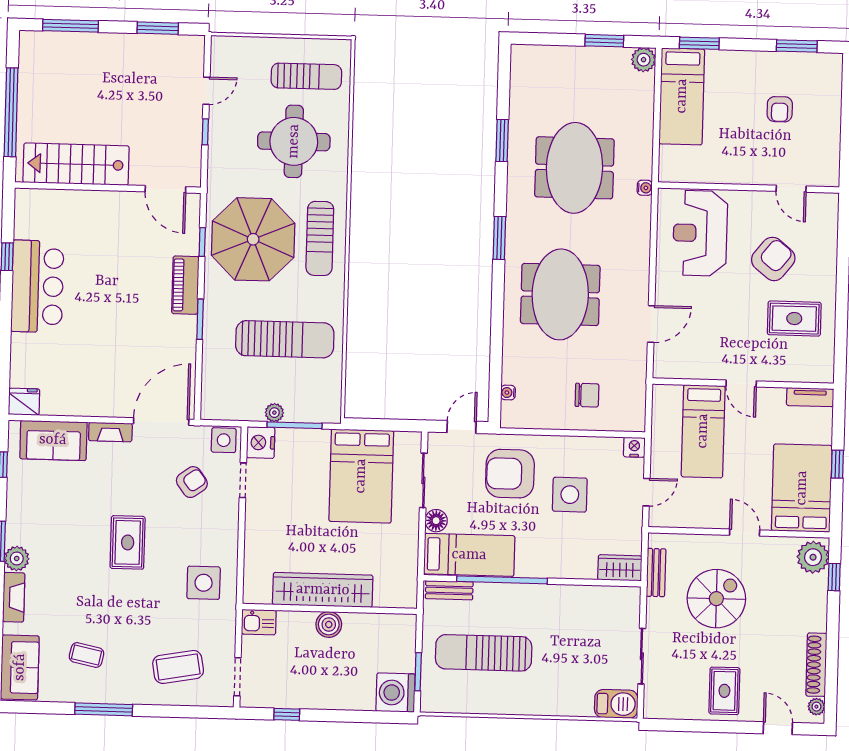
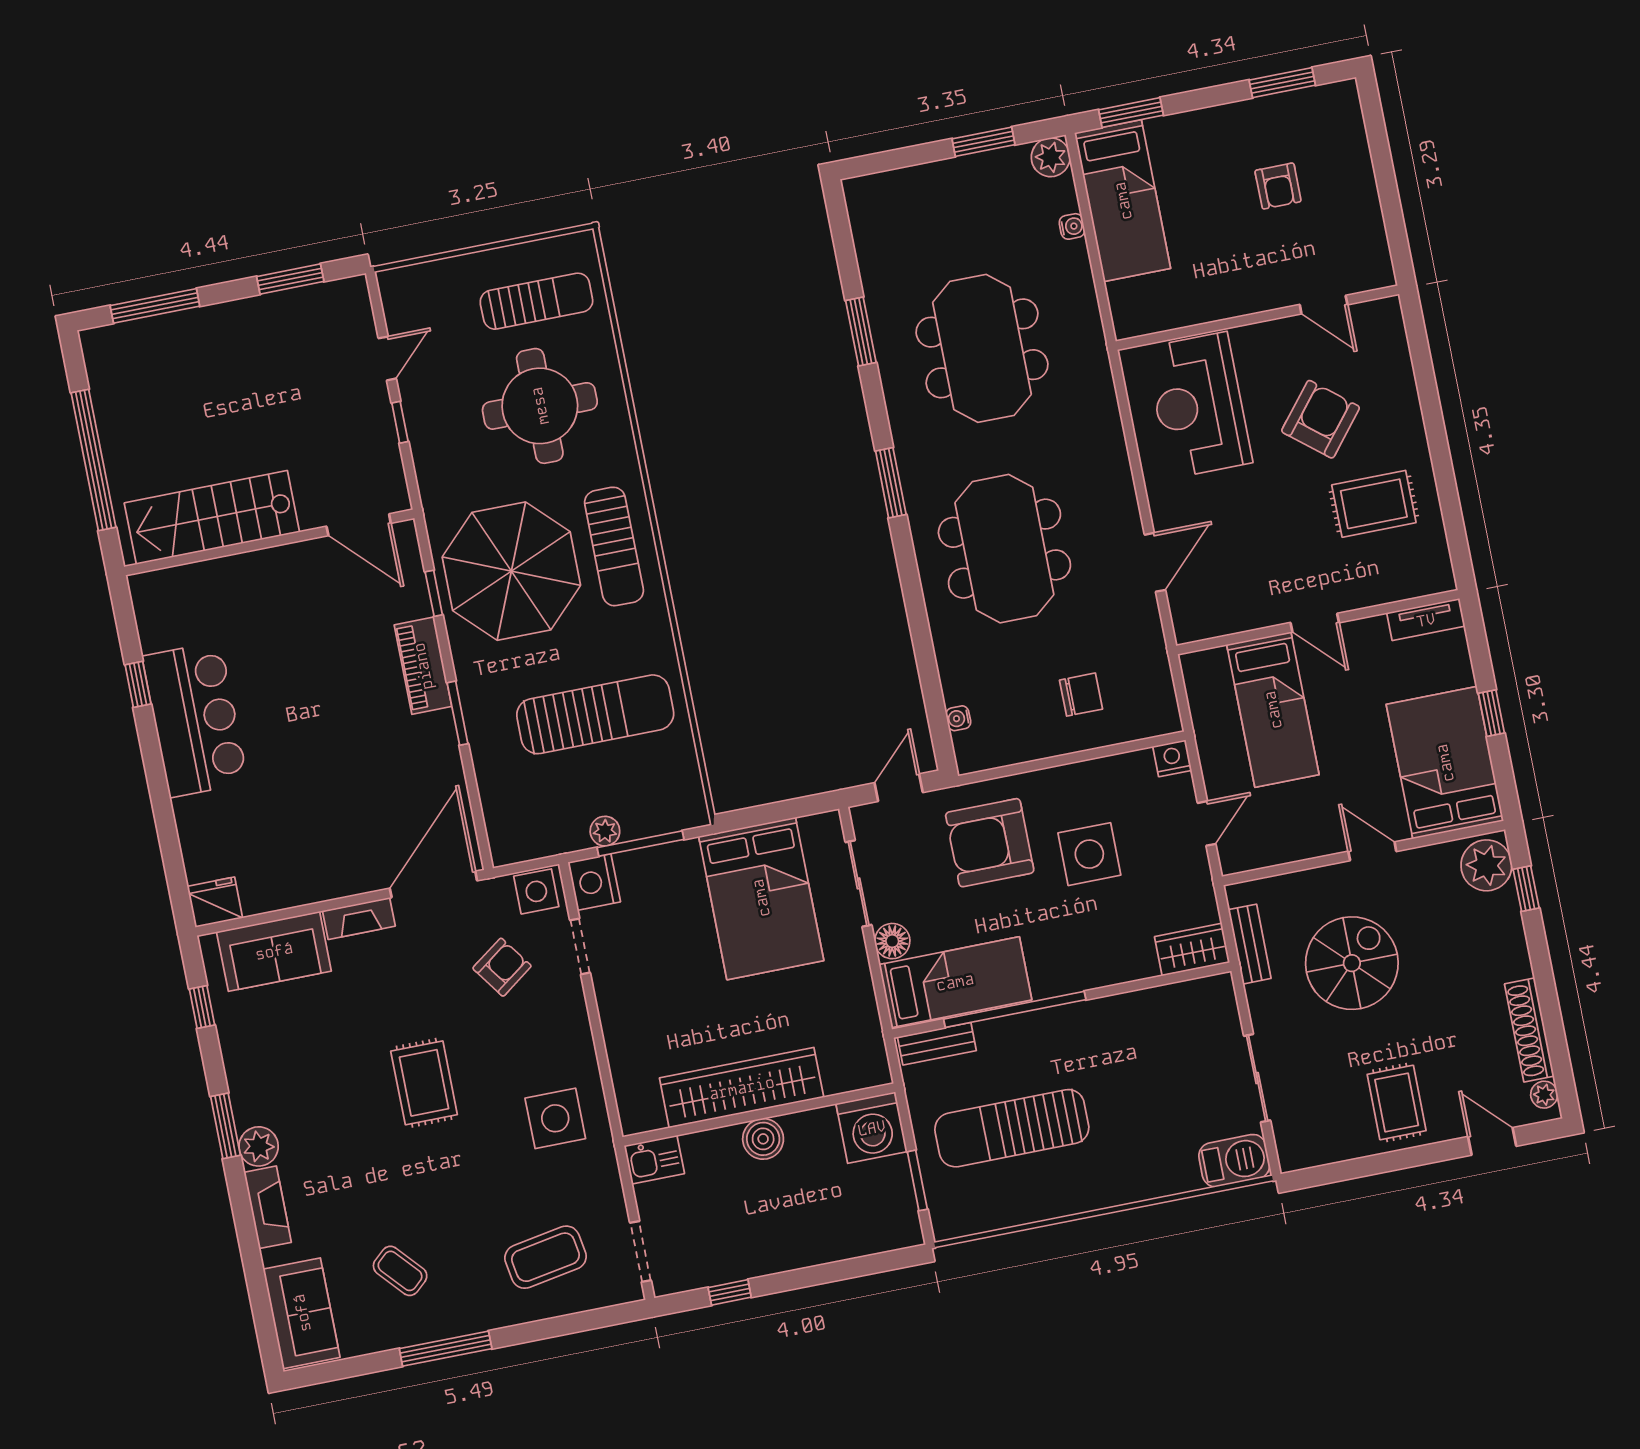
water cooler: (645, 188) -> (1072, 226), moved
coffee table: (86, 655) -> (400, 1271), turned 36
washing machine: (396, 693) -> (872, 1128), moved, turned -90

